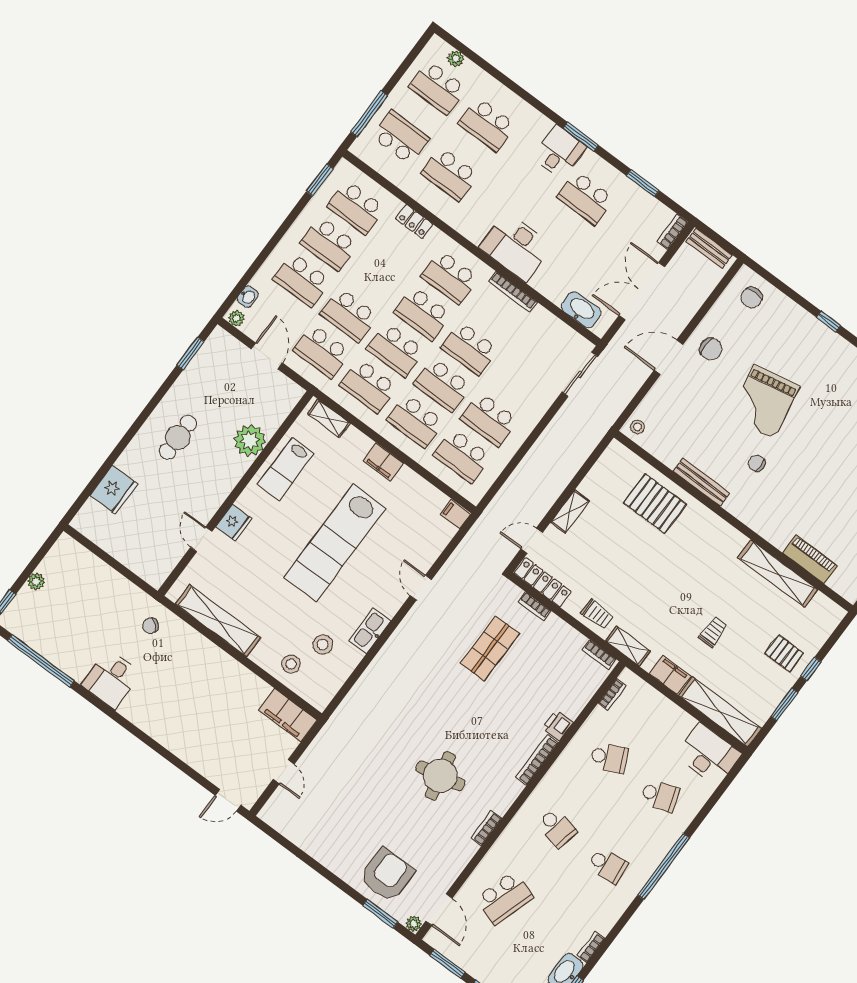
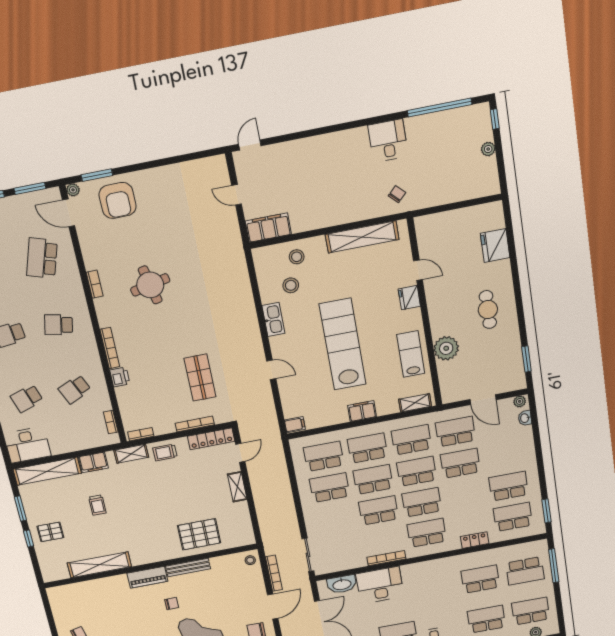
desk: (516, 247) -> (380, 585), moved
school desk: (302, 280) -> (504, 455), removed
bookcase: (631, 390) -> (274, 573), added
piano: (810, 559) -> (147, 577), moved
bookcase: (535, 606) -> (195, 424), width x1.56

